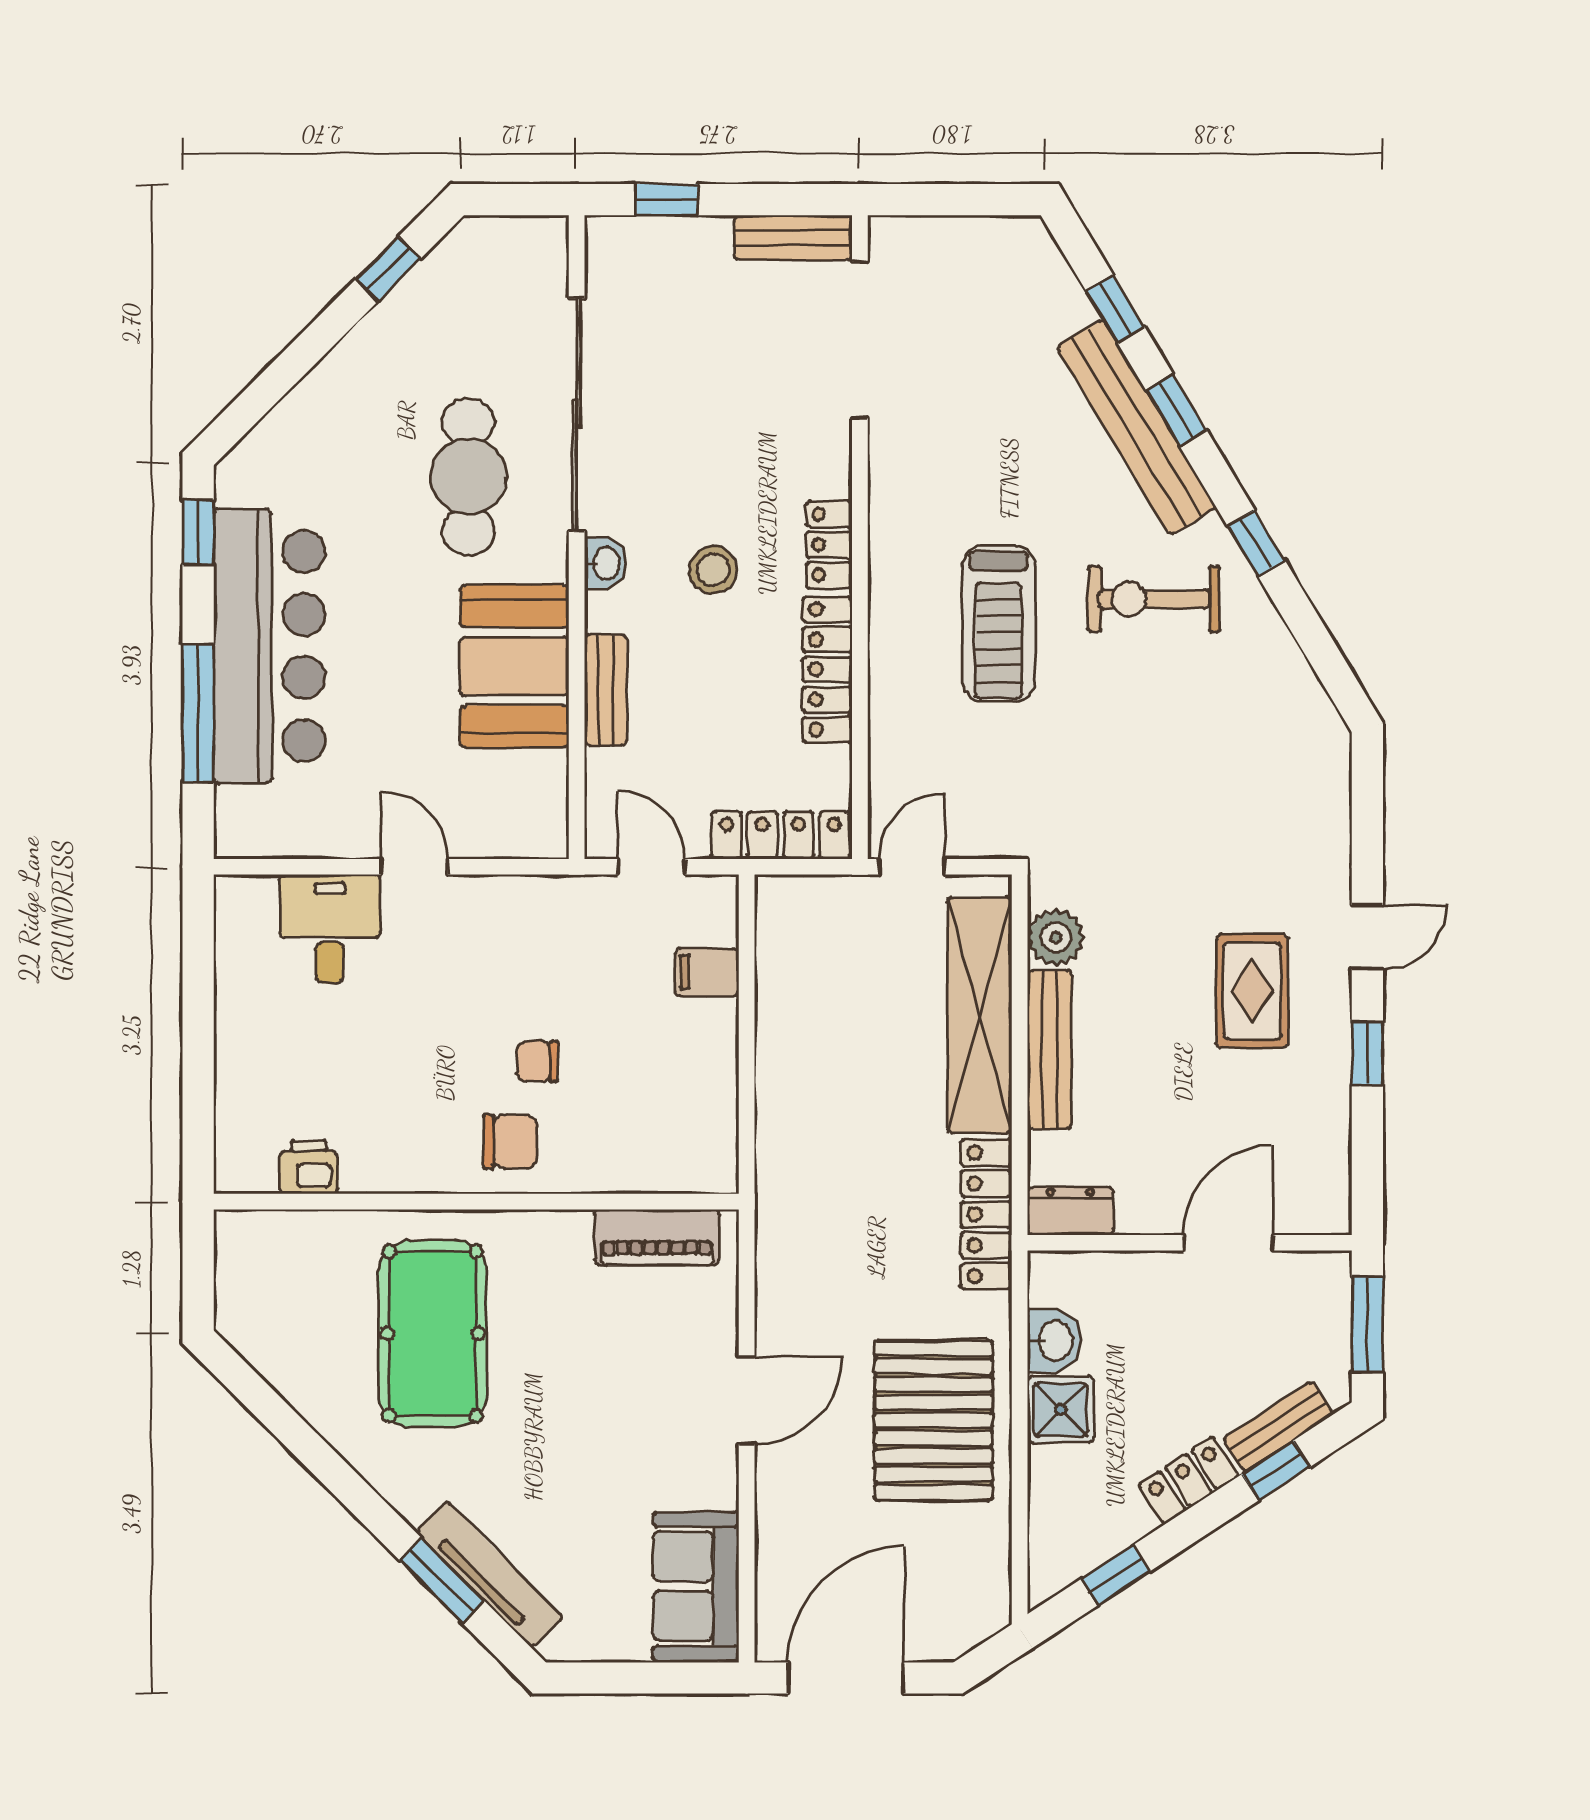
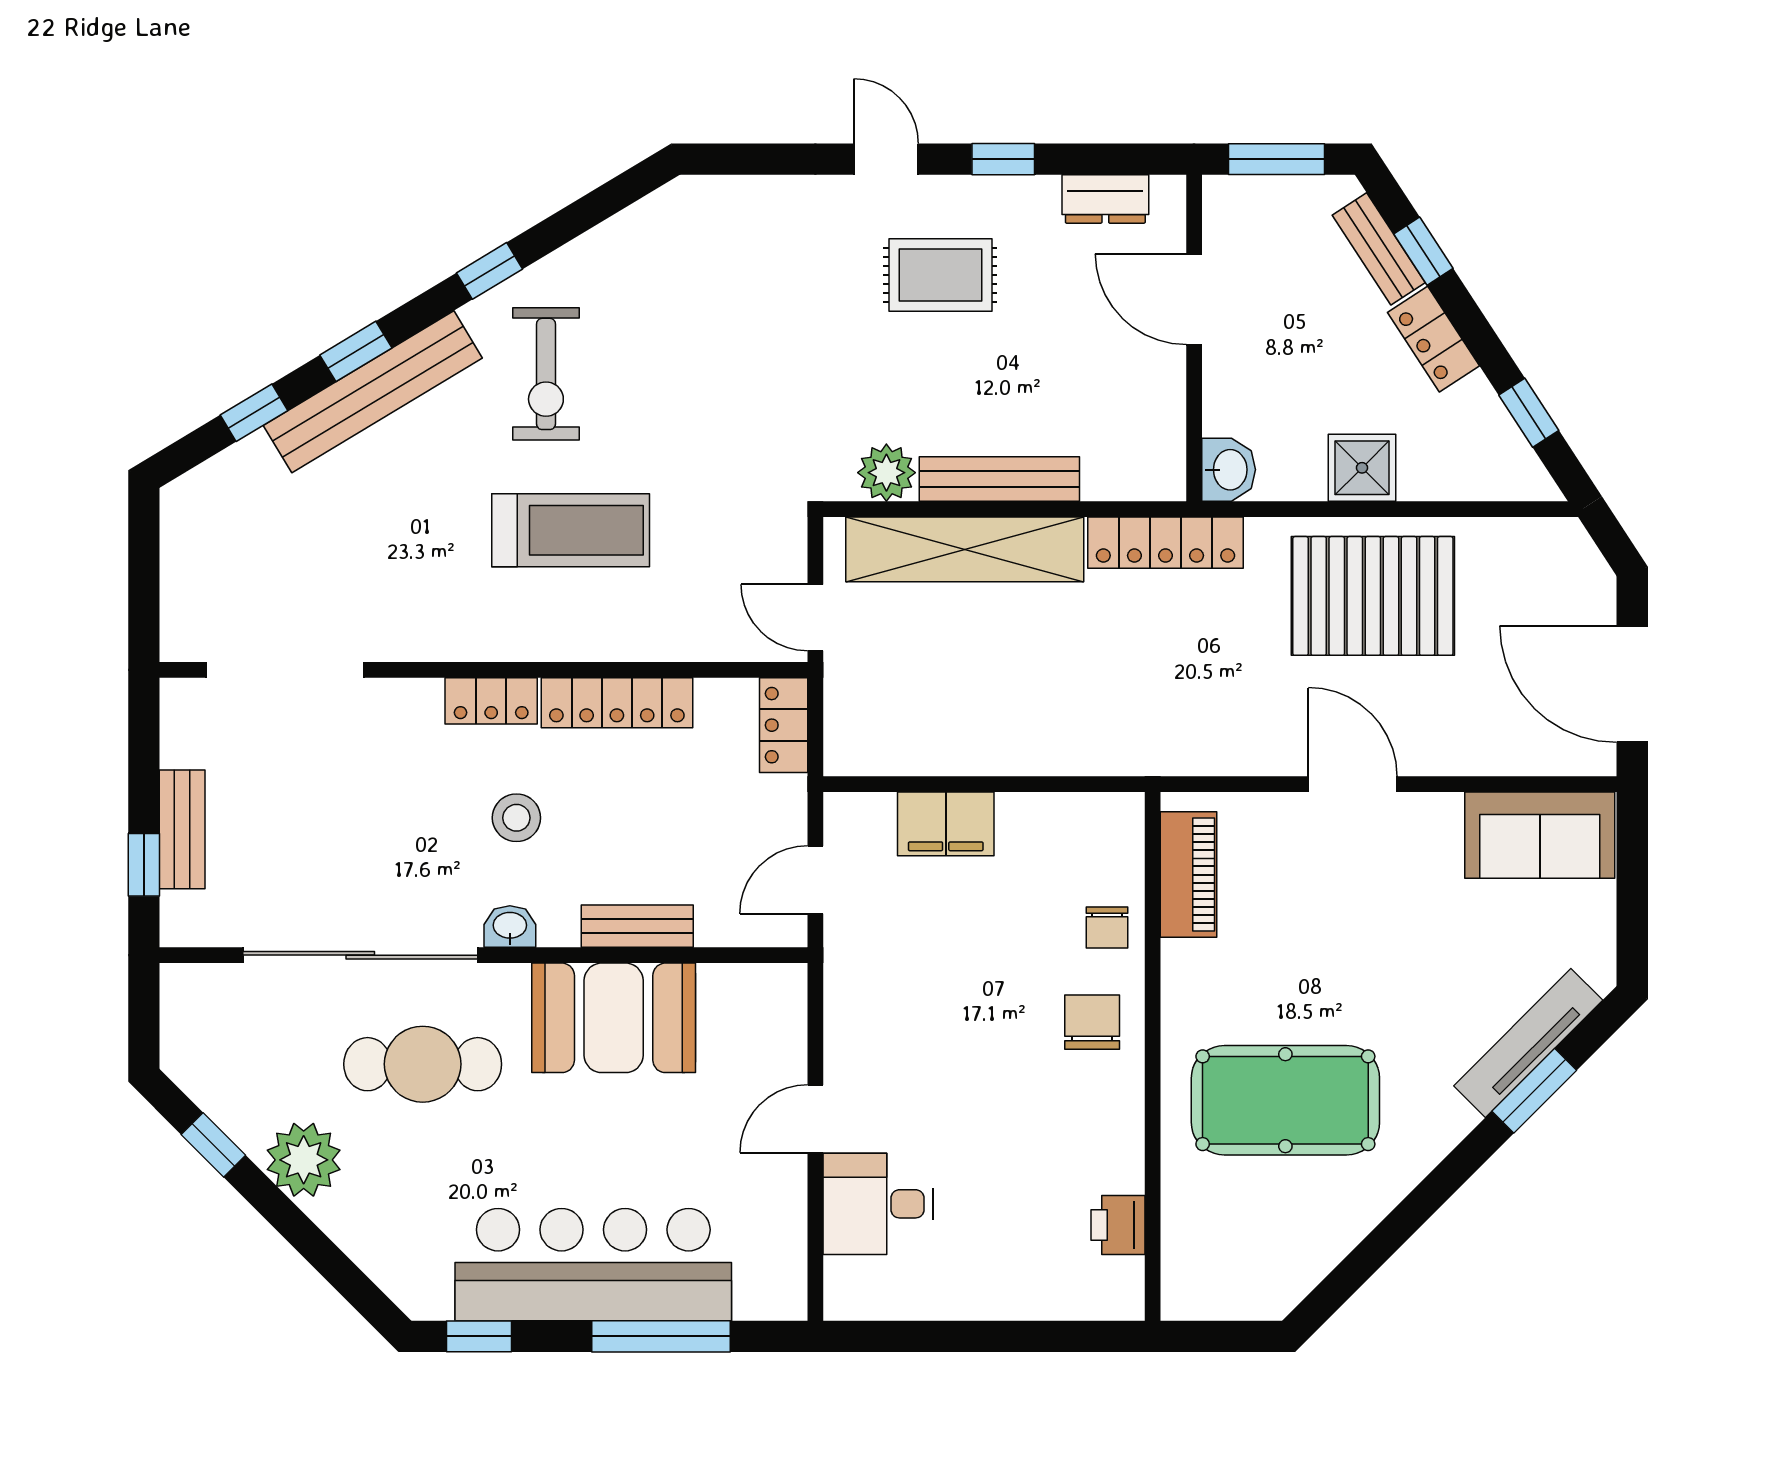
bench: (793, 238) -> (182, 829), moved
plant: (373, 358) -> (304, 1160), added
locker: (780, 835) -> (784, 725), width x0.66
filing cabinet: (707, 972) -> (946, 824), width x2.00
chair: (537, 1061) -> (1107, 927), moved
dresser: (1070, 1211) -> (1105, 199), moved, turned -90
washbasin: (1054, 1341) -> (1229, 470), moved, turned 90

